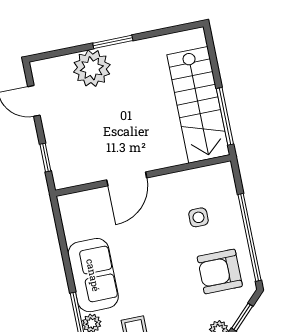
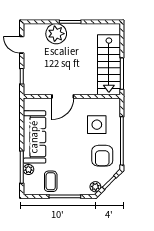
side table: (198, 217) -> (97, 125), width x1.87, depth x1.87
armchair: (220, 271) -> (102, 156), turned -90
sofa: (93, 275) -> (34, 137), width x1.36

